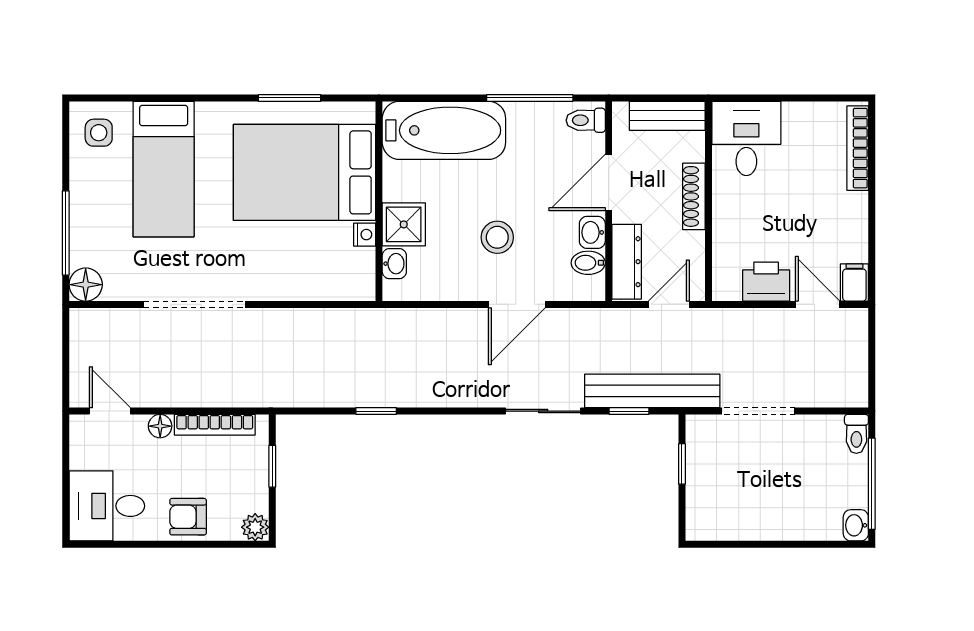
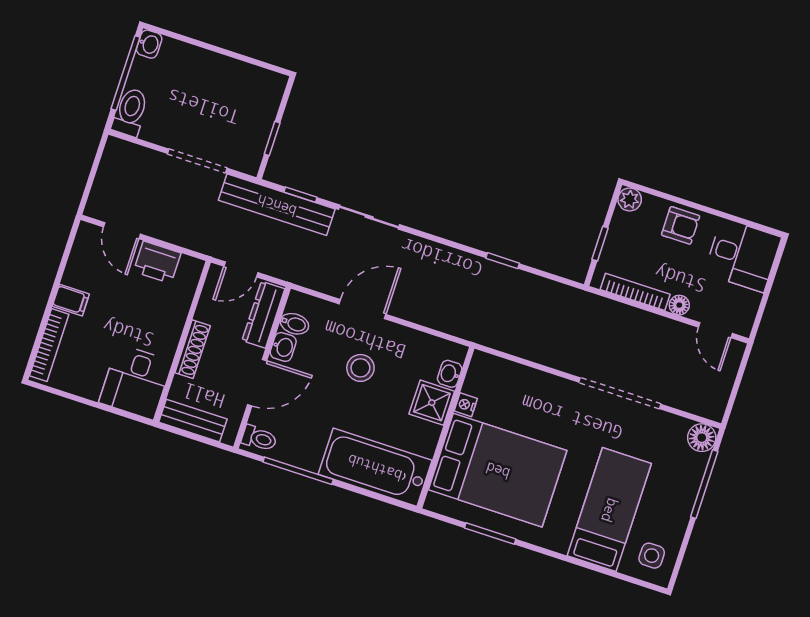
filing cabinet: (854, 282) -> (71, 300), moved, turned -90
toilet: (856, 434) -> (130, 112), width x1.37, depth x1.39

